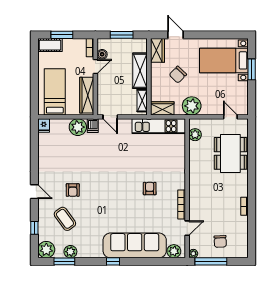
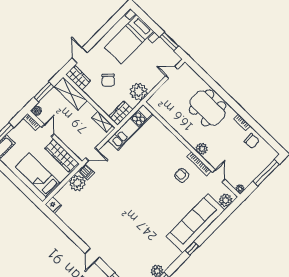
door: (176, 35) -> (80, 55), hinge flipped
boiler: (102, 54) -> (36, 111), moved
window: (252, 69) -> (169, 42), moved
shelving: (140, 71) -> (70, 94), moved
plant: (195, 135) -> (202, 149), moved
dining table: (230, 153) -> (208, 108), moved
armchair: (150, 189) -> (182, 175), moved
armchair: (73, 190) -> (117, 228), removed
door: (34, 192) -> (92, 255), swing flipped
coffee table: (65, 219) -> (131, 253), removed
chair: (220, 241) -> (252, 141), moved
window: (211, 261) -> (266, 173), moved

